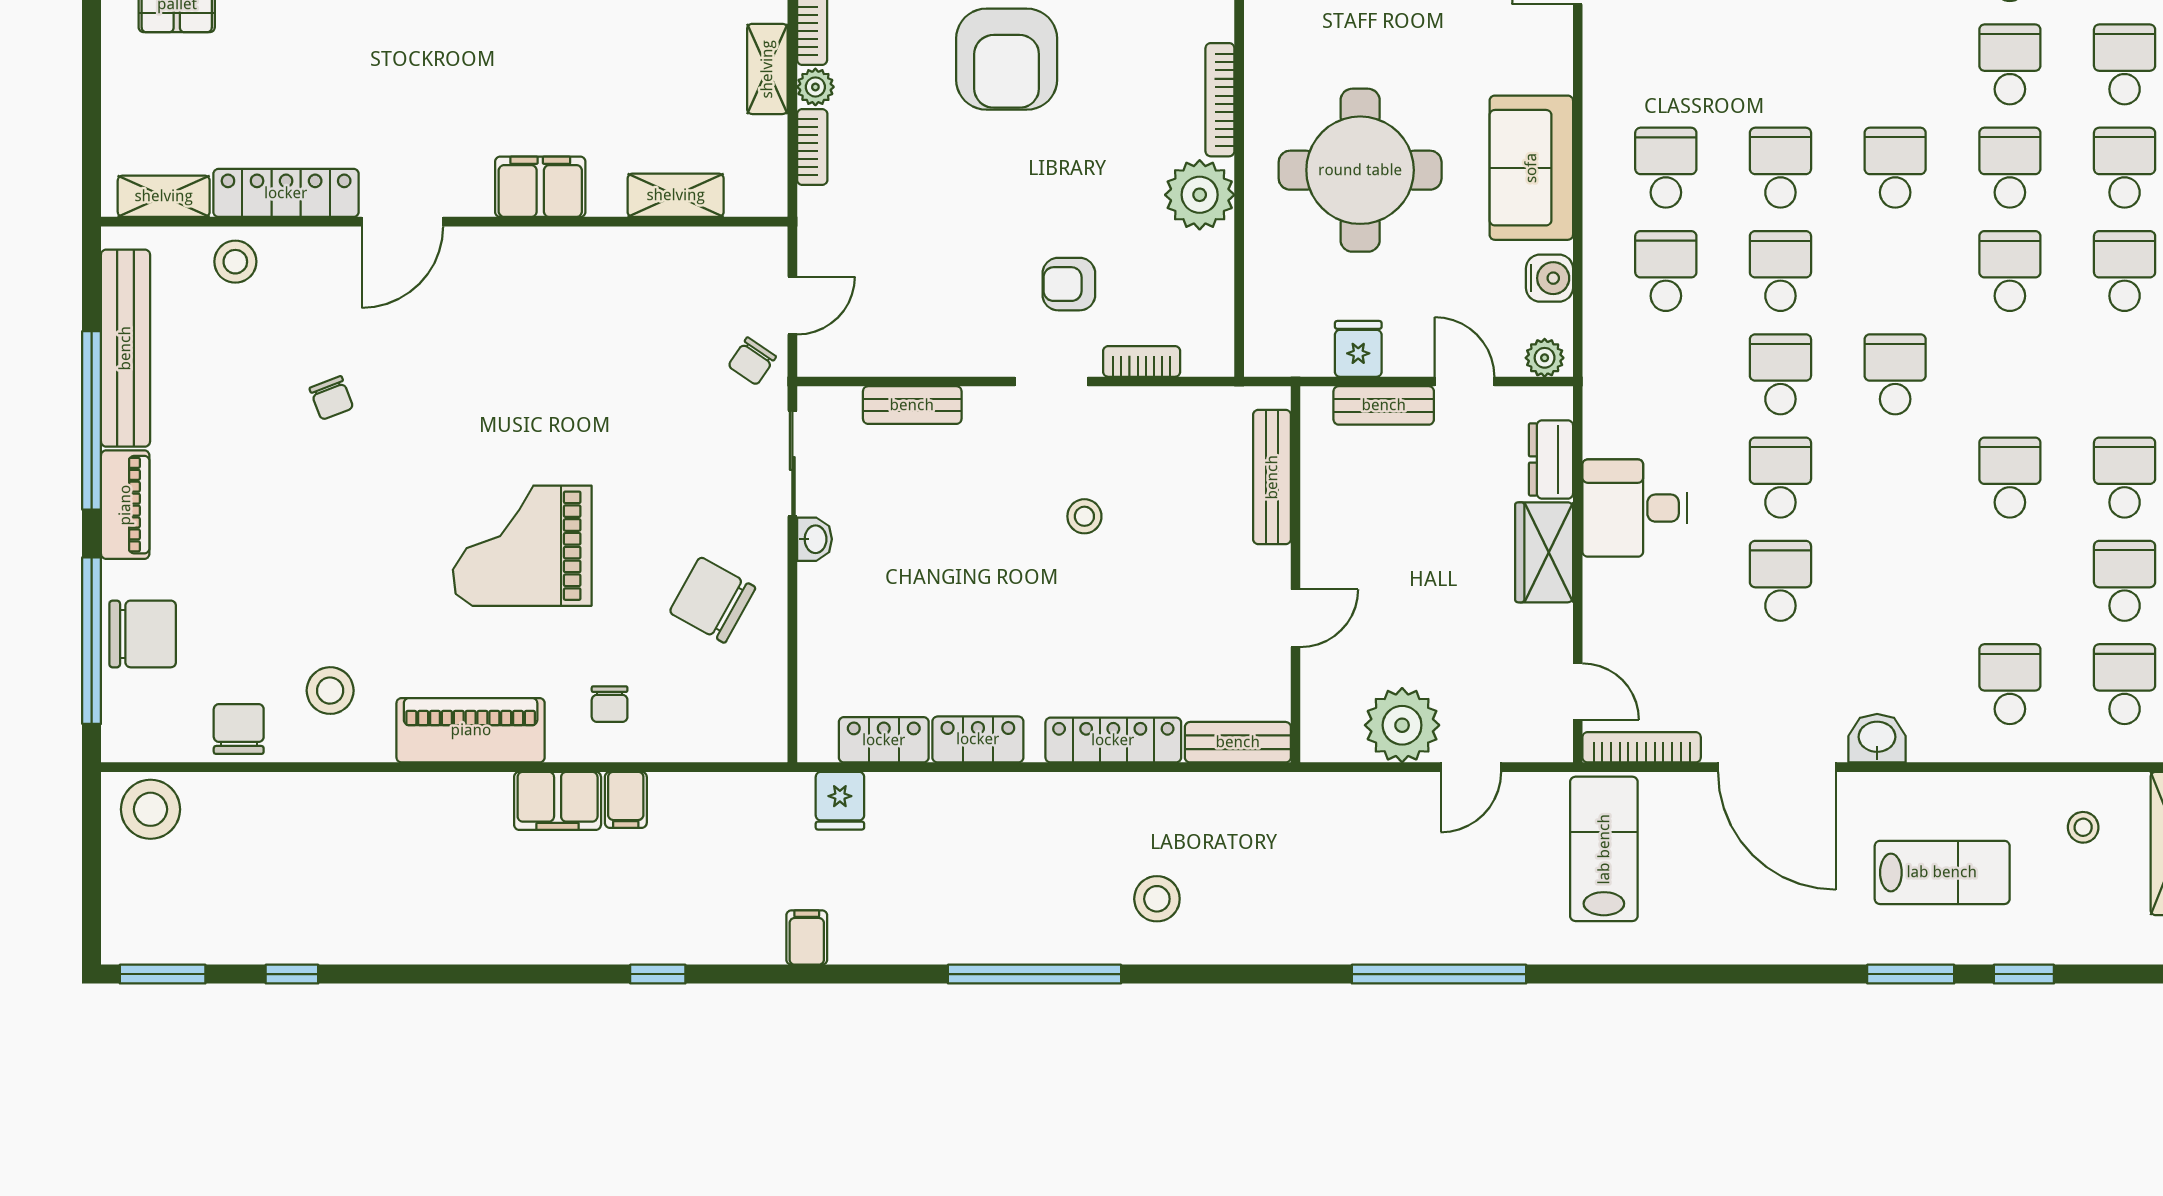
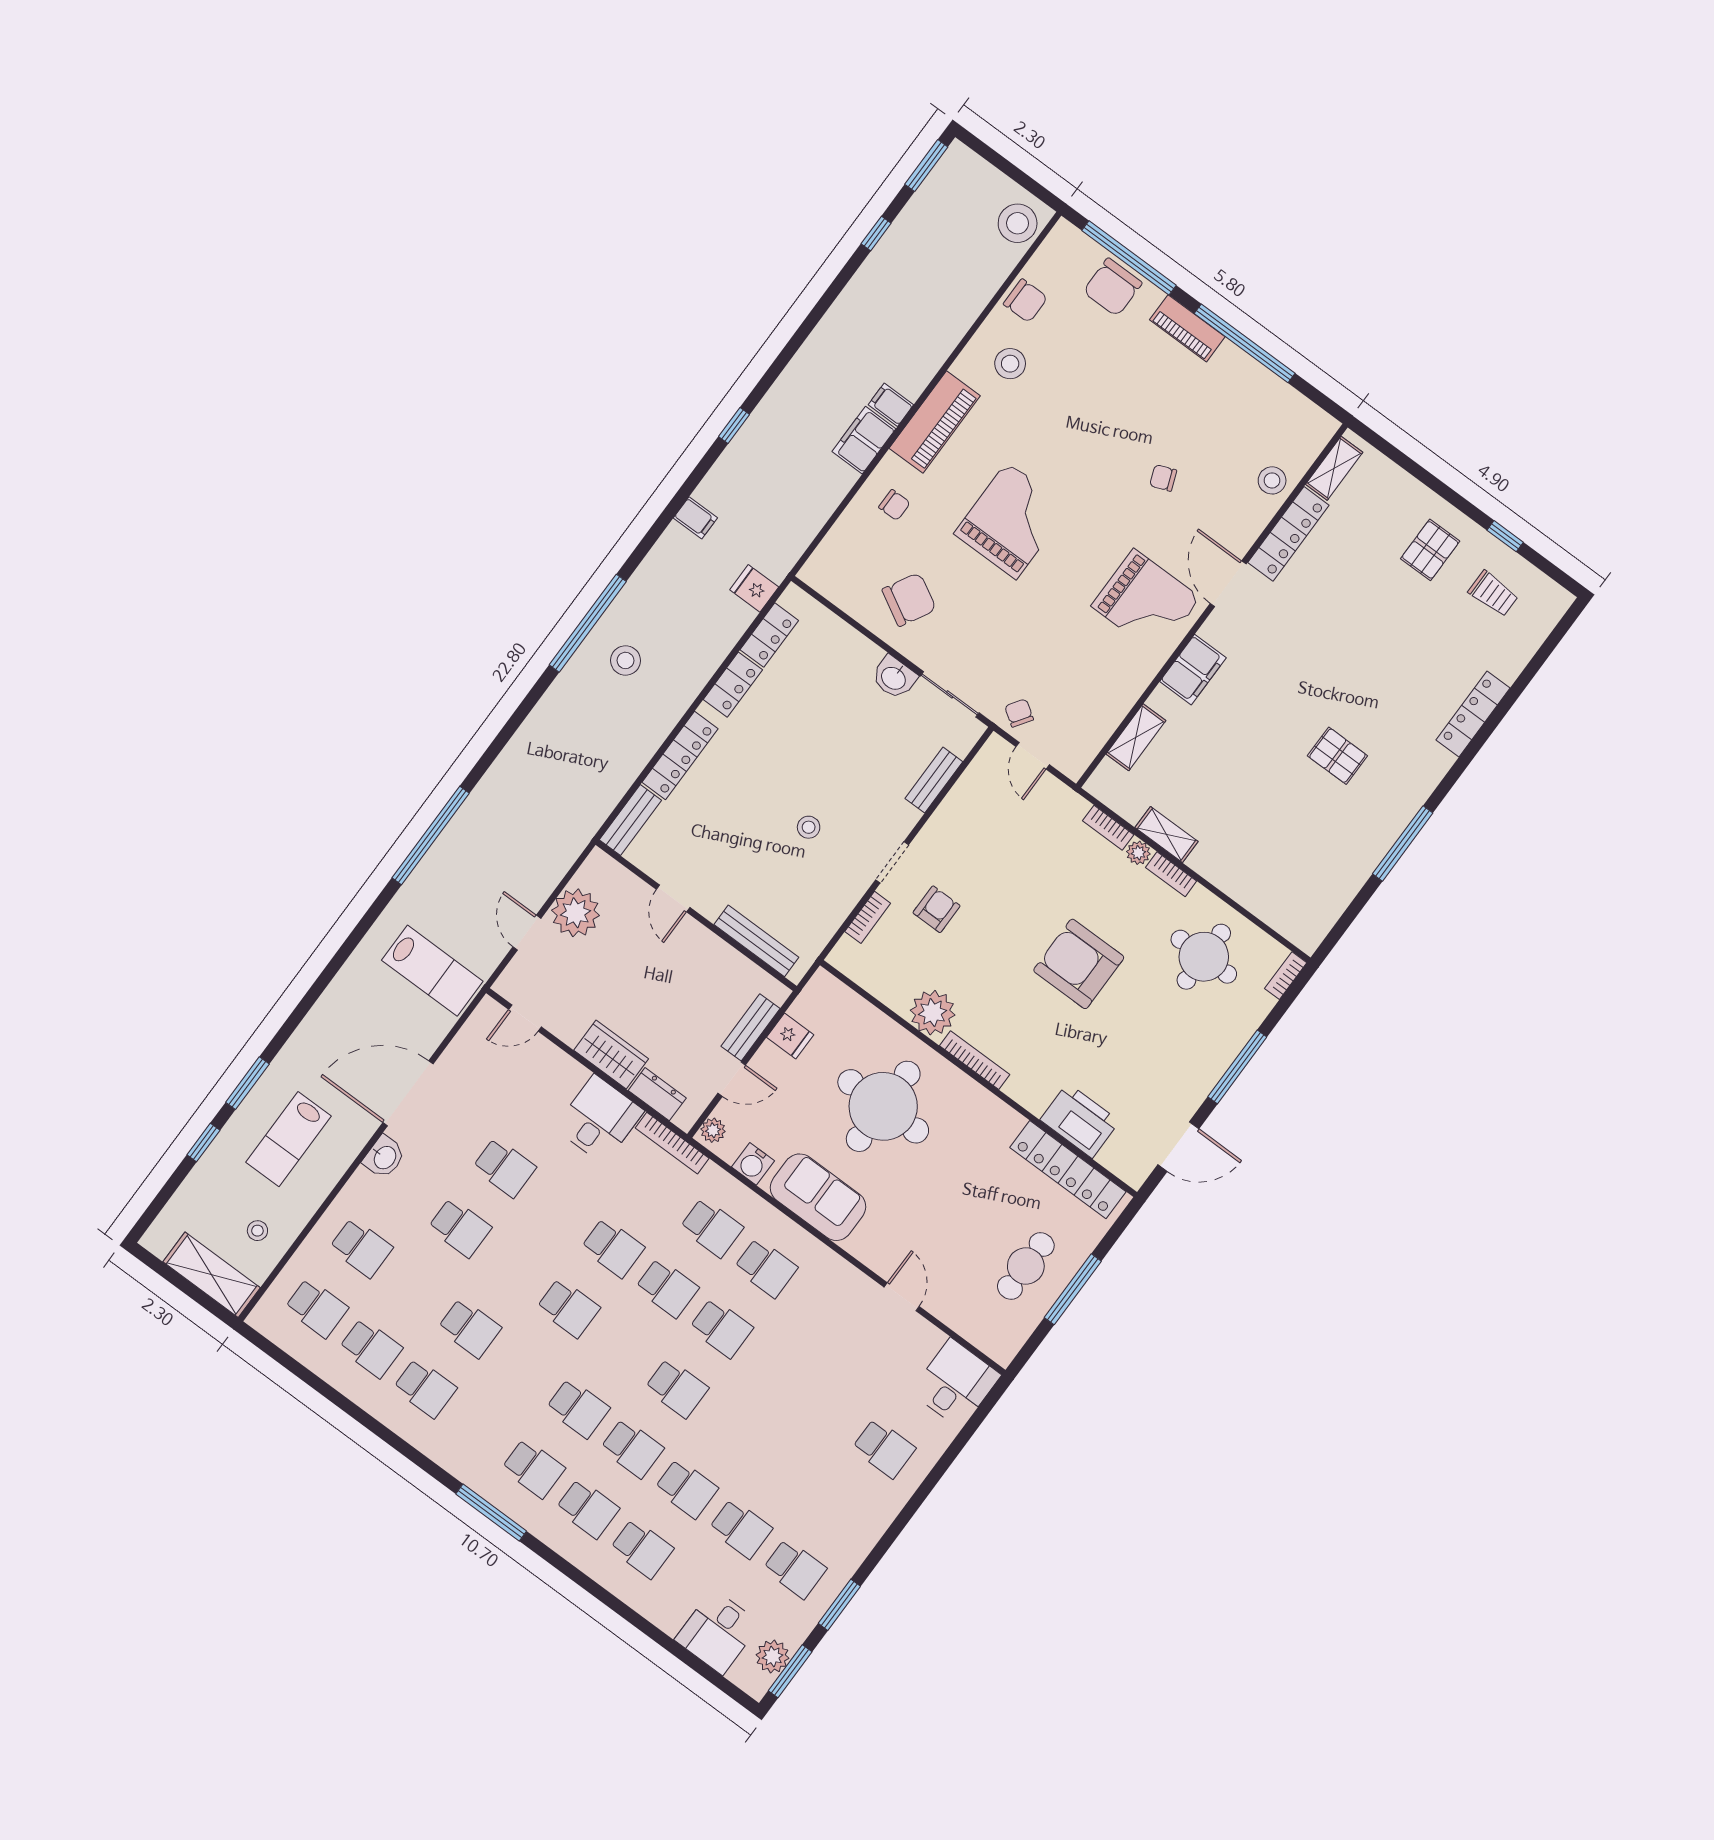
grand piano: (500, 306) -> (1146, 602), added
bench: (125, 348) -> (1269, 389), removed
school desk: (1780, 478) -> (460, 1228), moved
washbasin: (815, 539) -> (894, 678), width x1.38, depth x1.45
chair: (610, 704) -> (894, 505), turned 180
bookcase: (1642, 747) -> (672, 1143), moved, turned 90
filing cabinet: (626, 800) -> (891, 405), moved
stool: (1157, 899) -> (626, 660), moved

